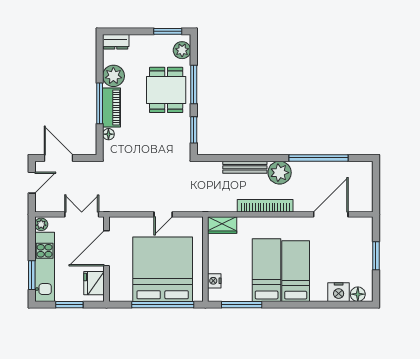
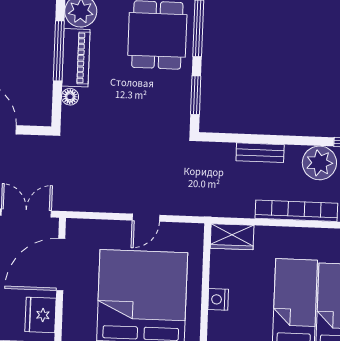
bench: (245, 167) -> (260, 153), width x0.73
nightstand: (214, 281) -> (218, 299), moved

